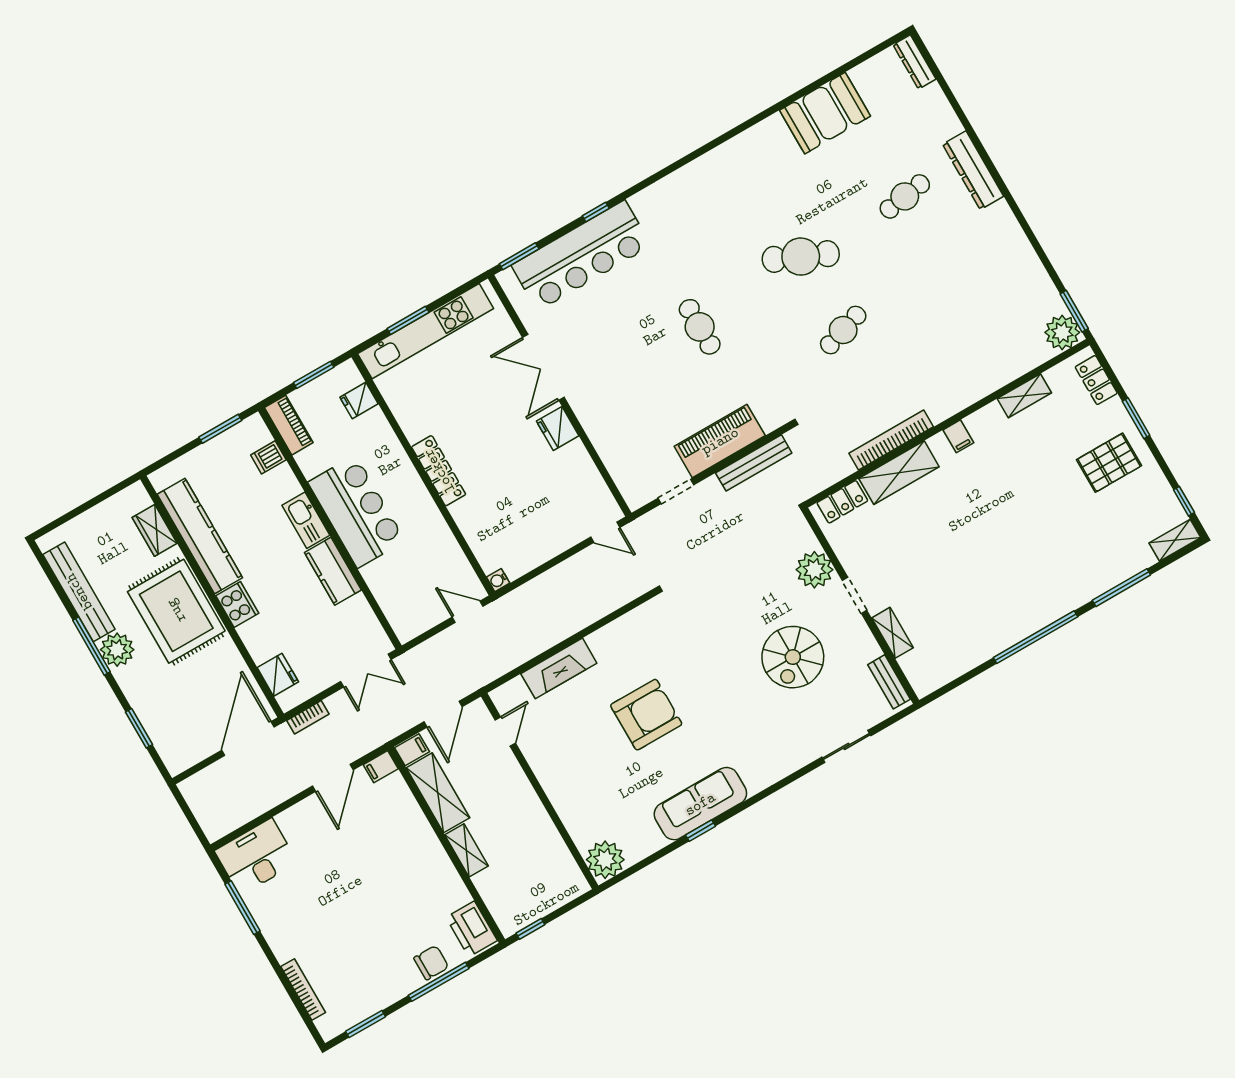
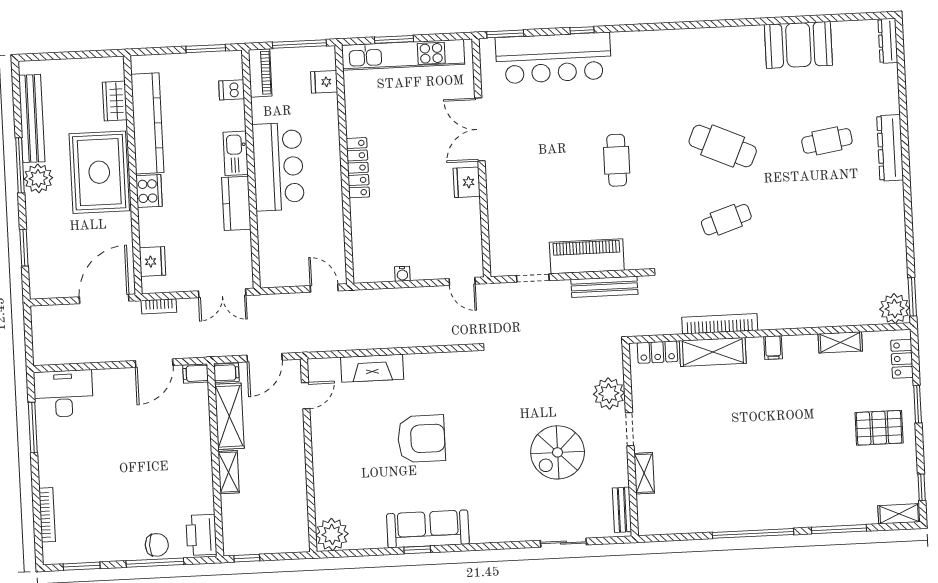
window: (314, 375) -> (299, 44), width x1.44
water cooler: (498, 580) -> (402, 274), moved, turned -90

